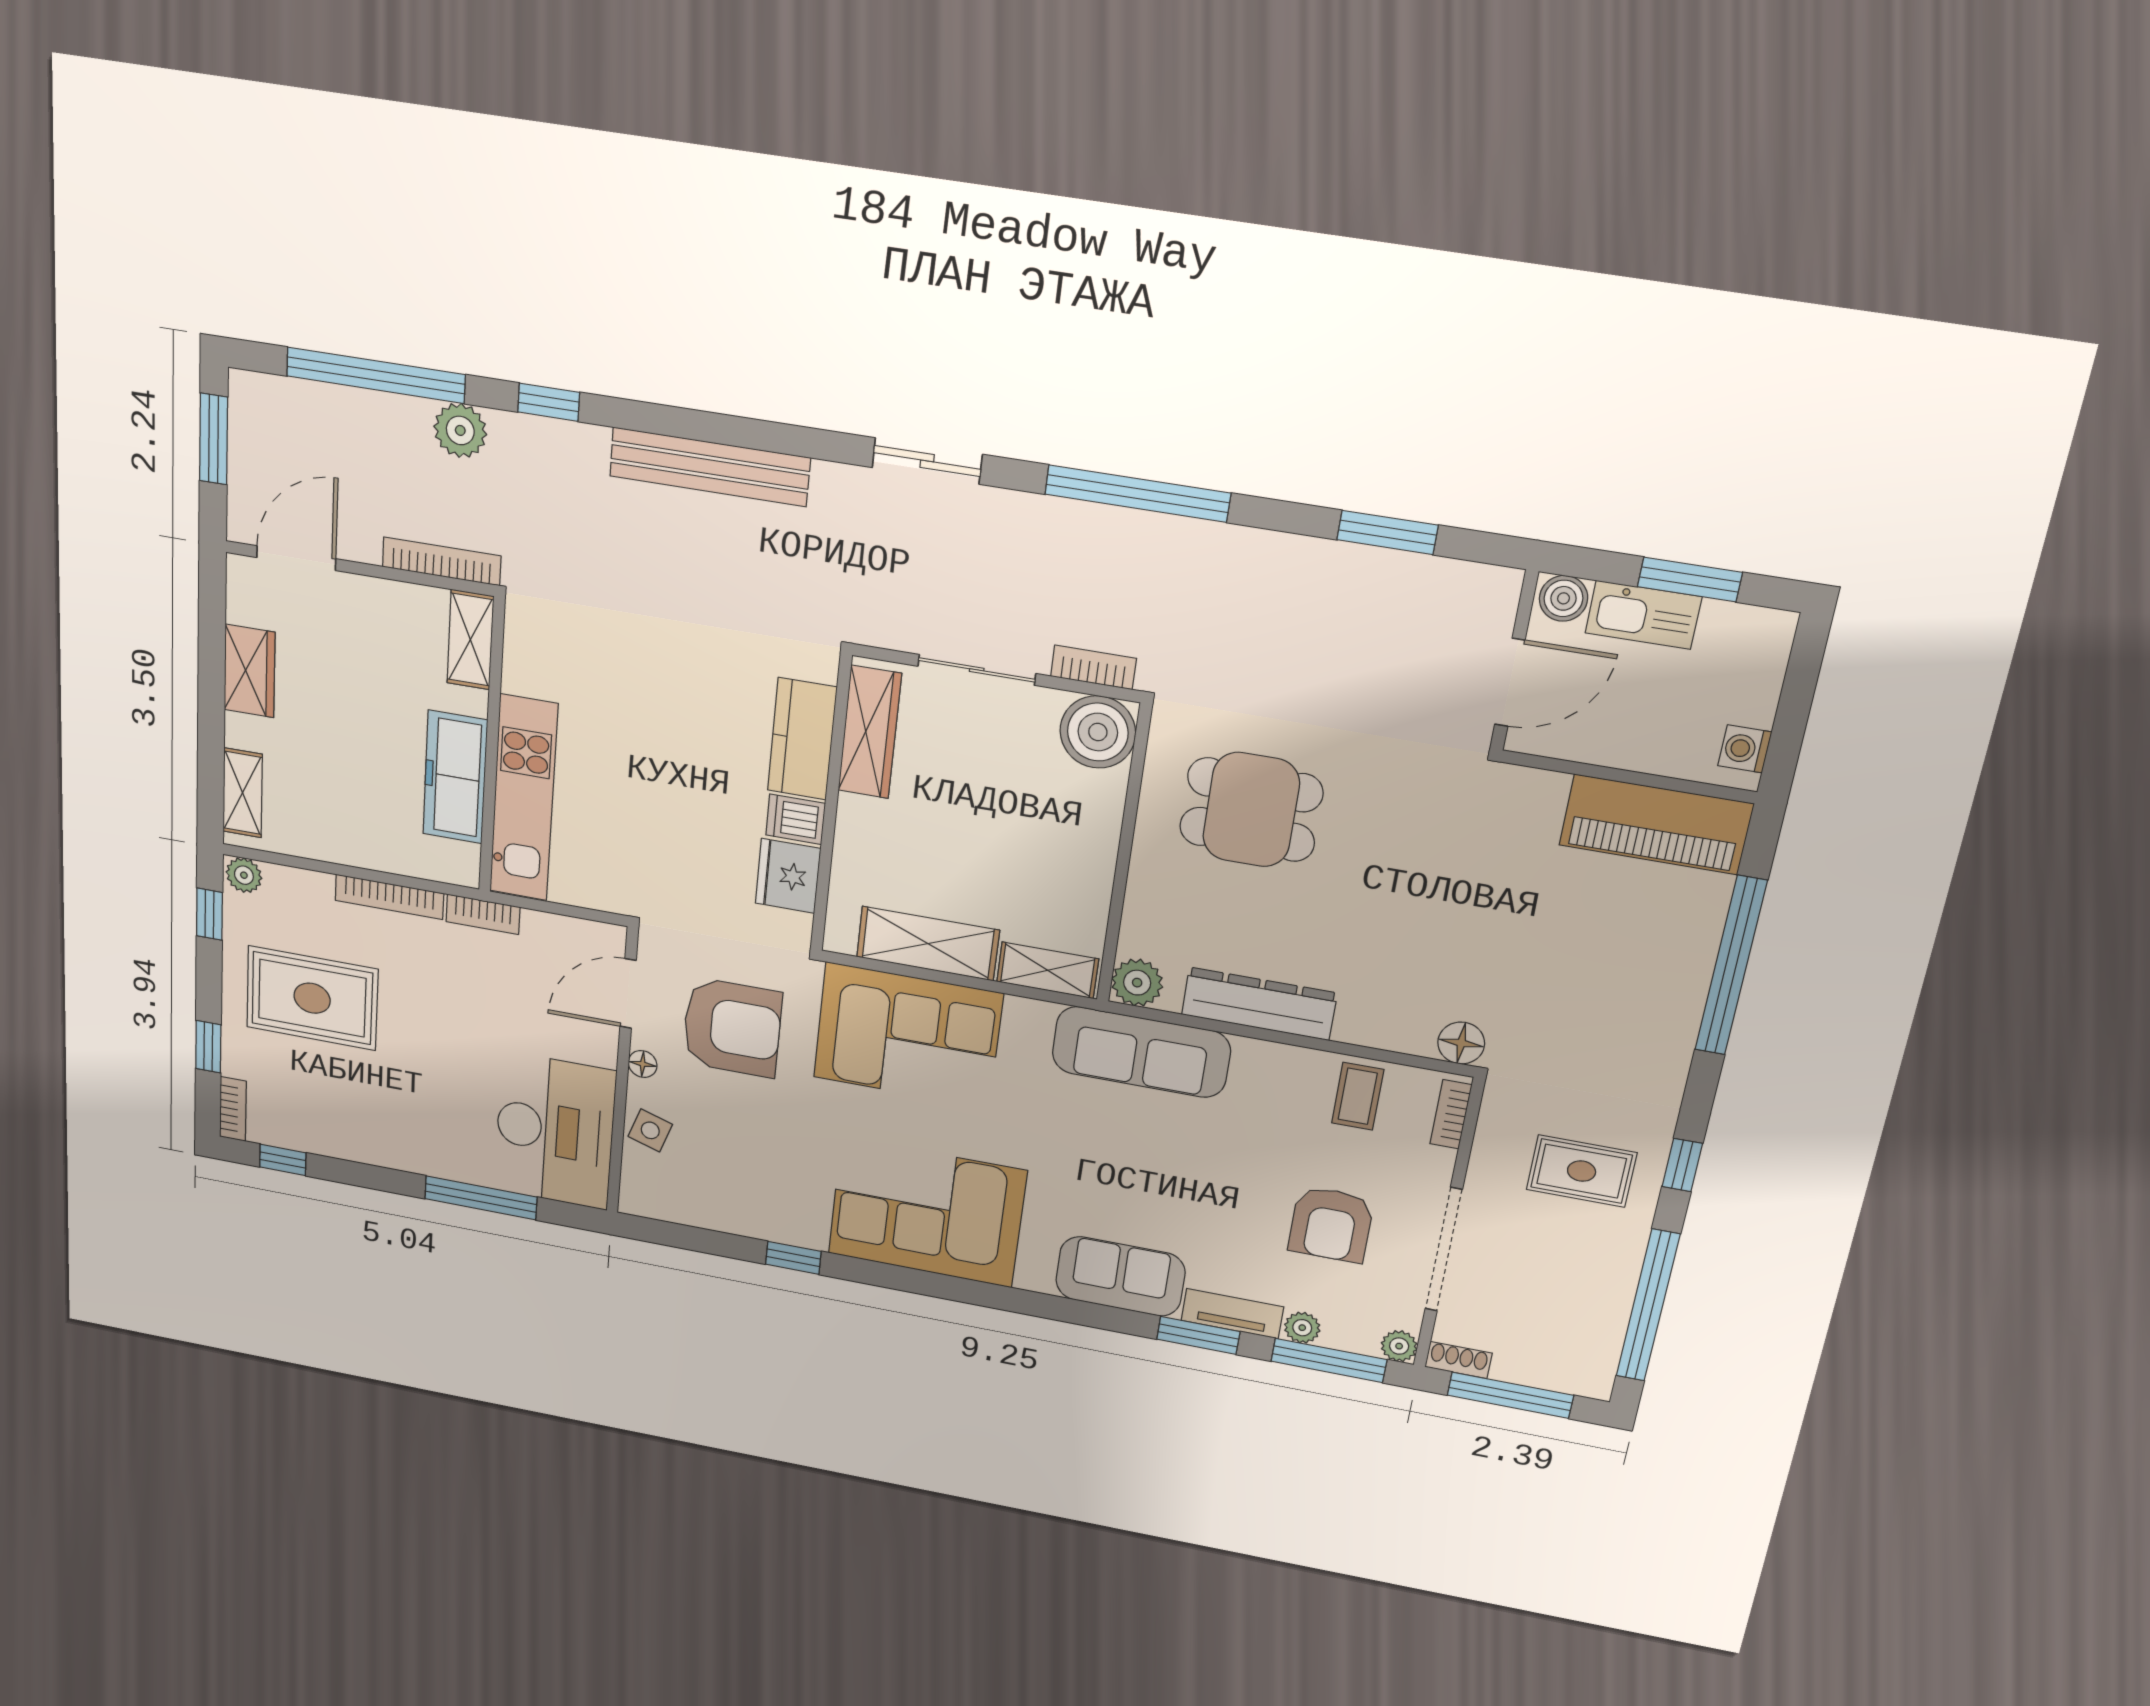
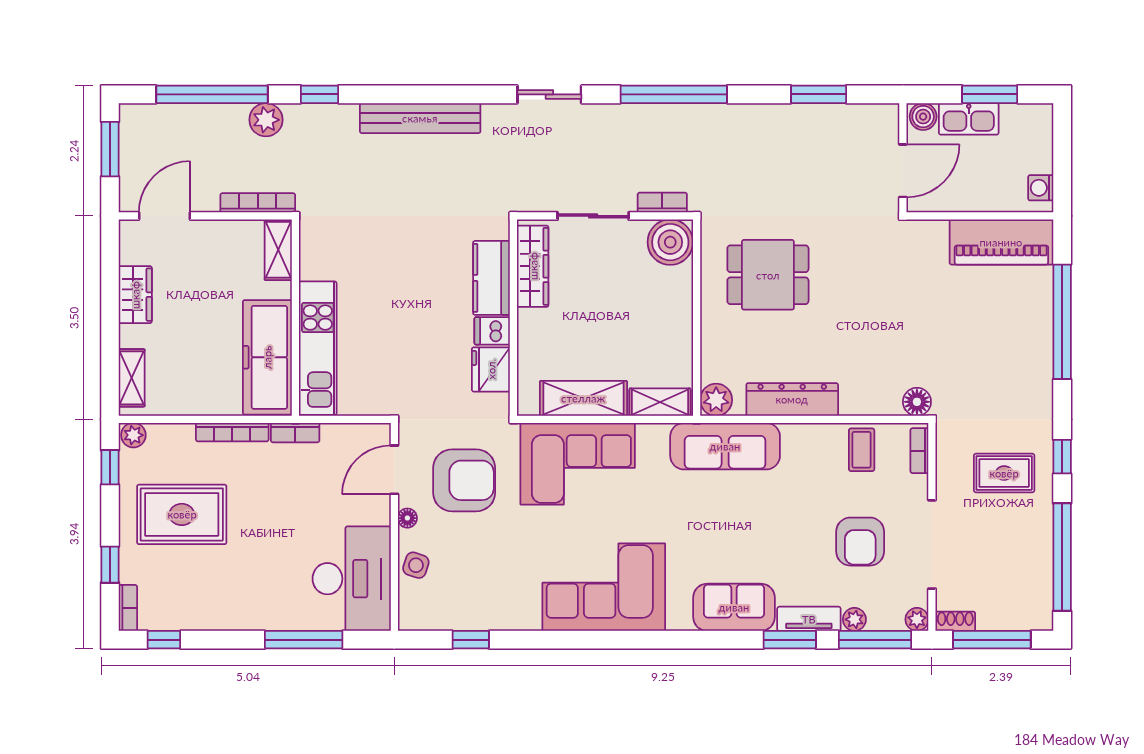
freezer: (455, 777) -> (267, 357), width x1.36, depth x1.26
window: (793, 1258) -> (471, 640), moved

